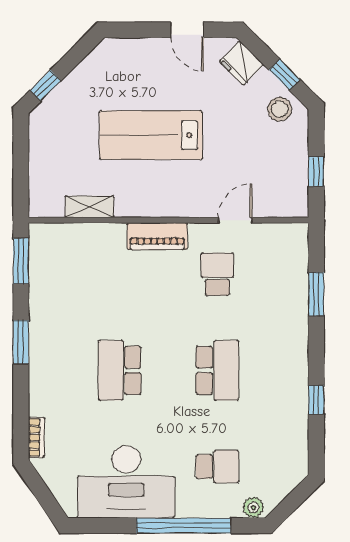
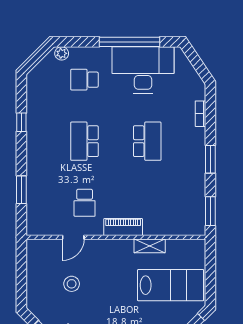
stool: (280, 109) -> (72, 284), moved
lab bench: (151, 135) -> (171, 285), moved
window: (316, 171) -> (21, 268), removed
shelving: (90, 207) -> (150, 246), moved
bookcase: (36, 437) -> (200, 114), moved
window: (184, 526) -> (130, 42), moved

